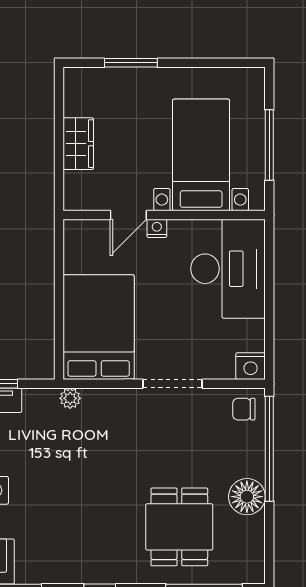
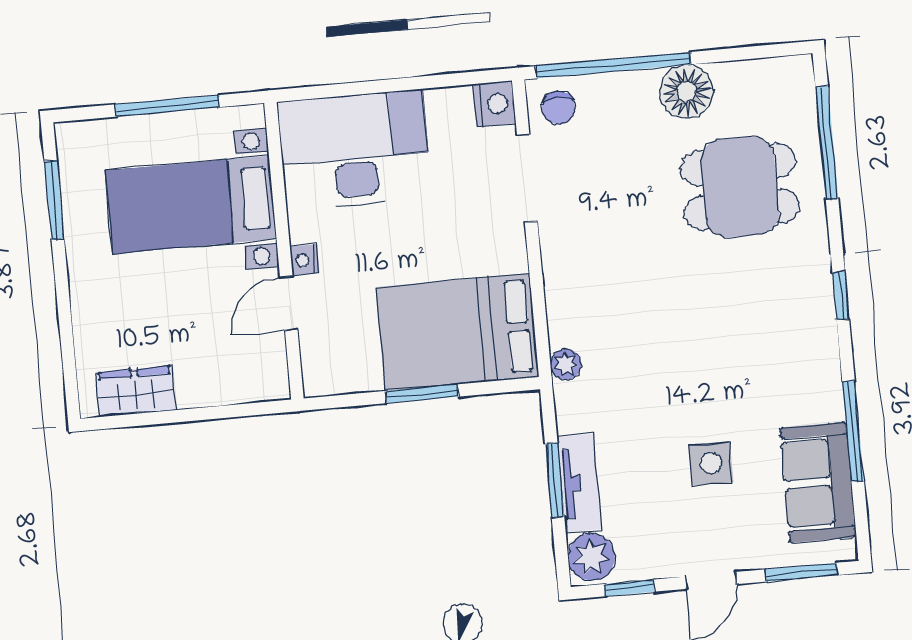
window: (131, 63) -> (54, 200), moved
wardrobe: (78, 144) -> (136, 391), moved
door: (128, 215) -> (289, 303), swing flipped
window: (59, 299) -> (422, 394), added
doorway: (173, 384) -> (527, 178), moved

